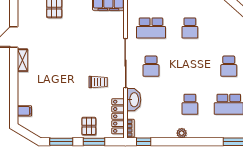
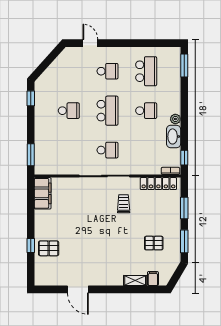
school desk: (151, 28) -> (107, 111), moved
shelving: (22, 60) -> (135, 281), moved
washbasin: (134, 100) -> (174, 136), moved, turned -90
pallet: (89, 126) -> (154, 243), moved

